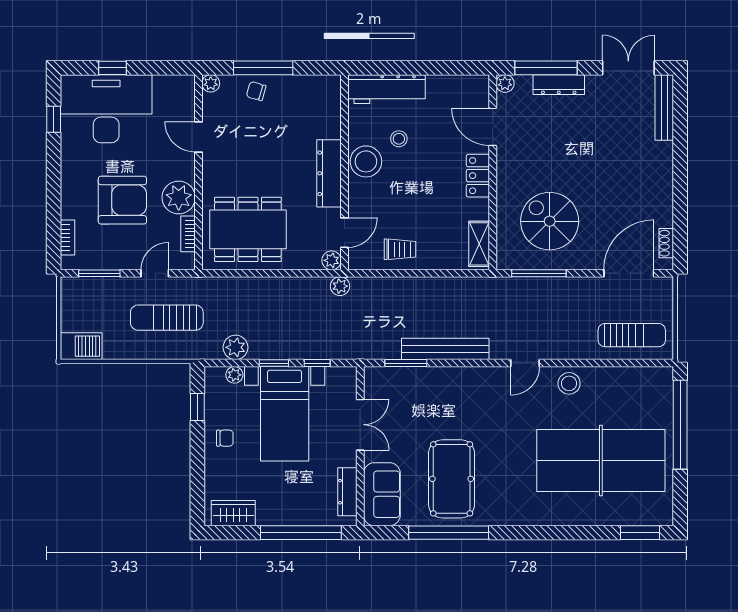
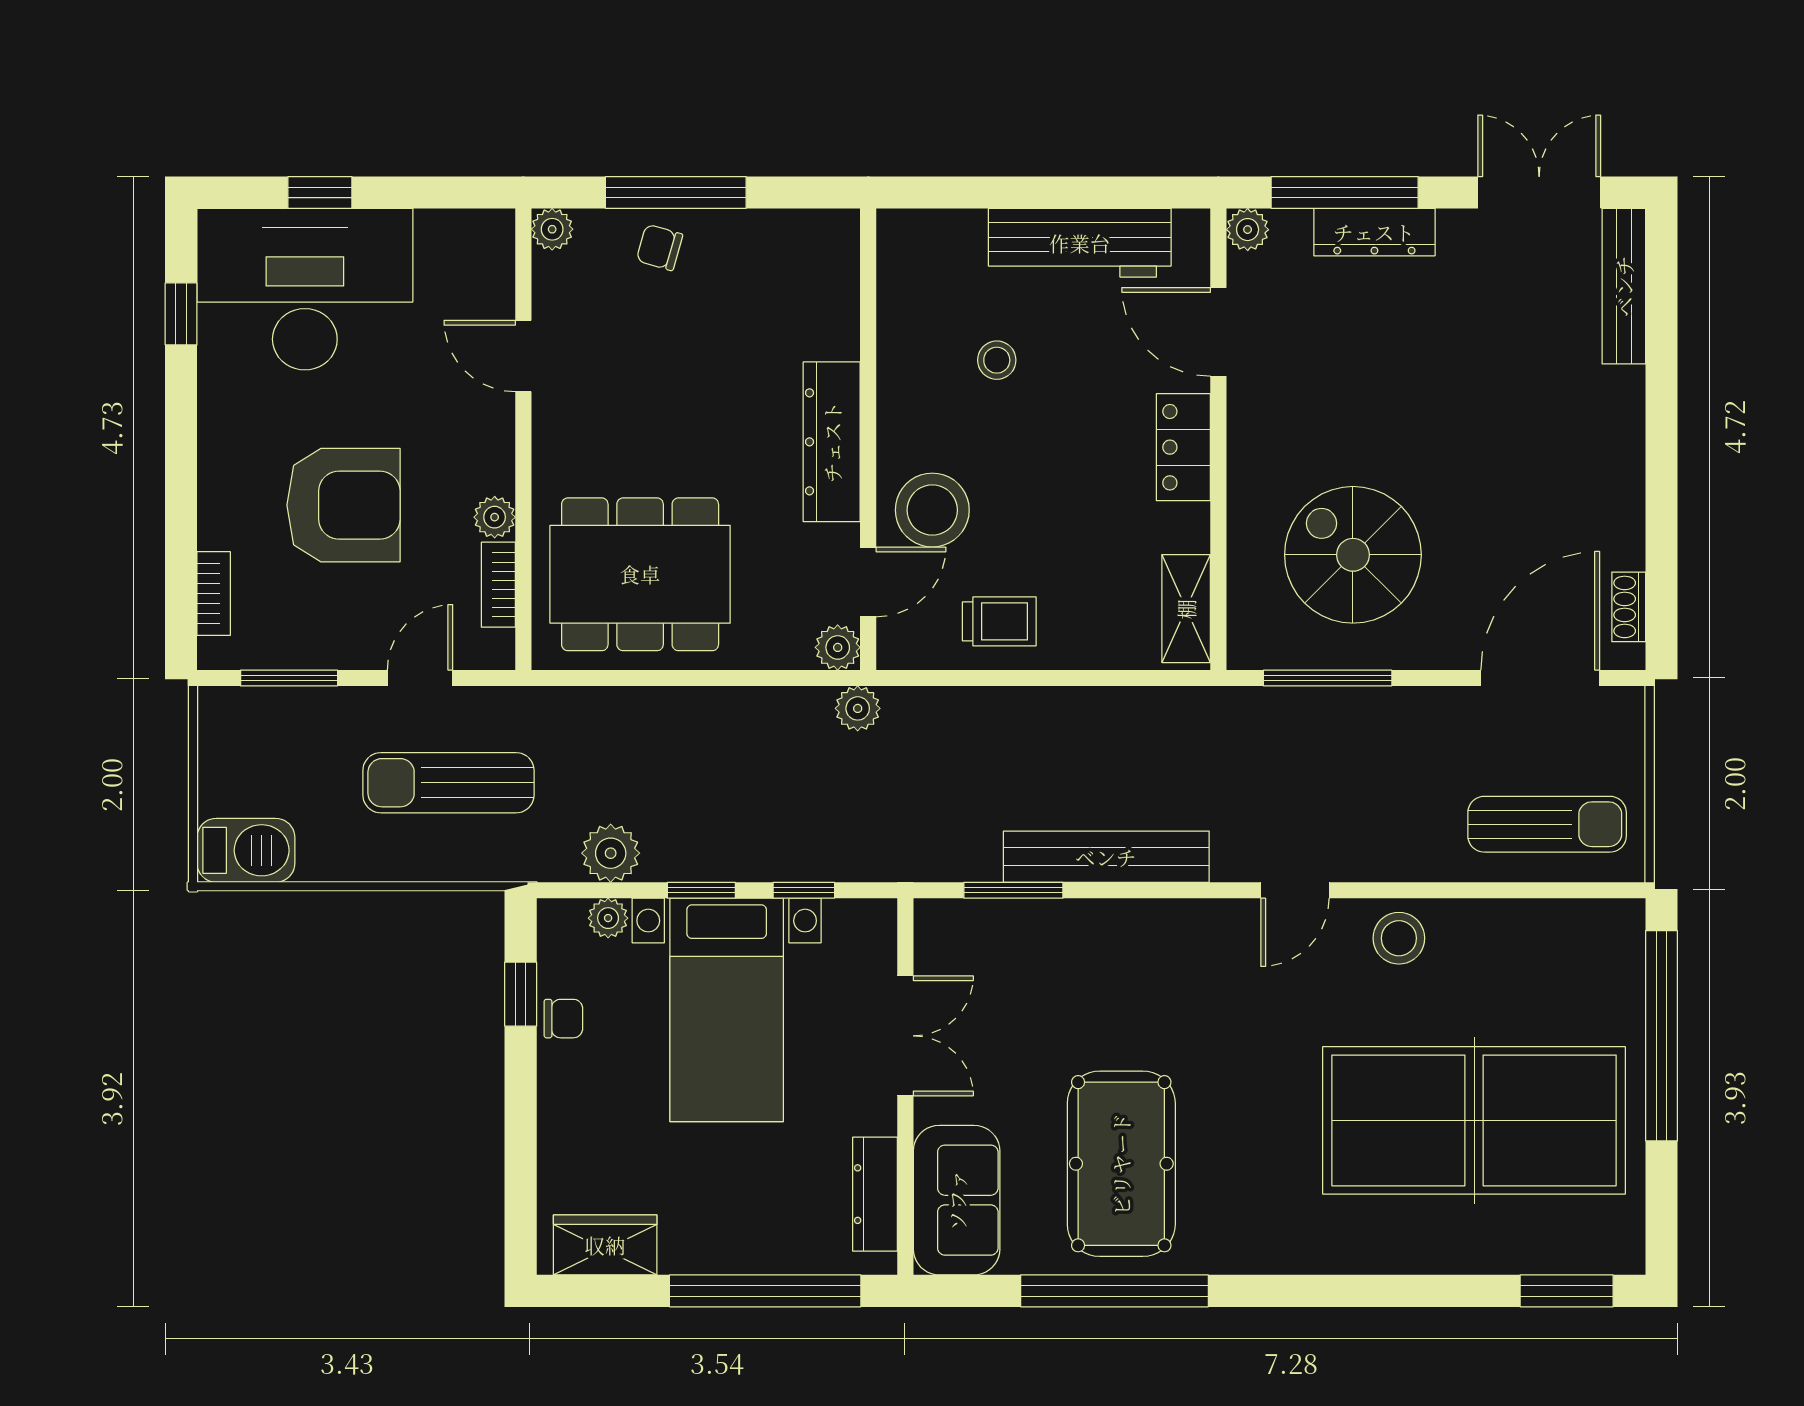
workbench: (387, 89) -> (1080, 243), moved
stool: (366, 161) -> (932, 510), moved
plant: (179, 198) -> (495, 517), width x0.53, depth x0.53
chair: (225, 438) -> (563, 1019), moved

